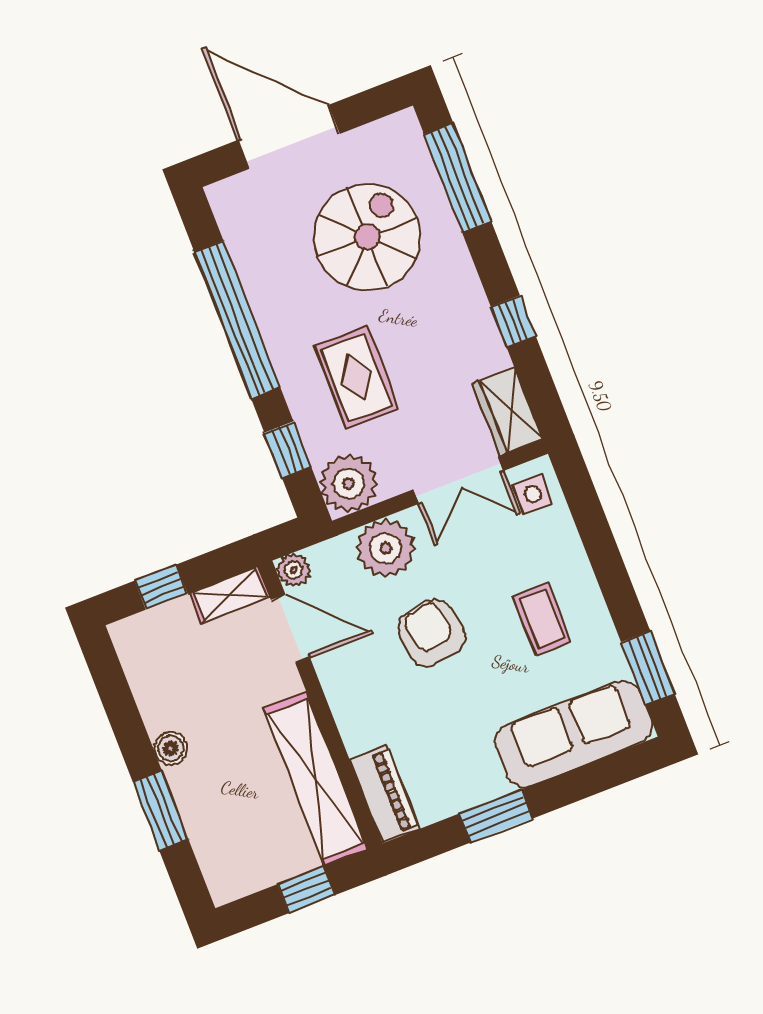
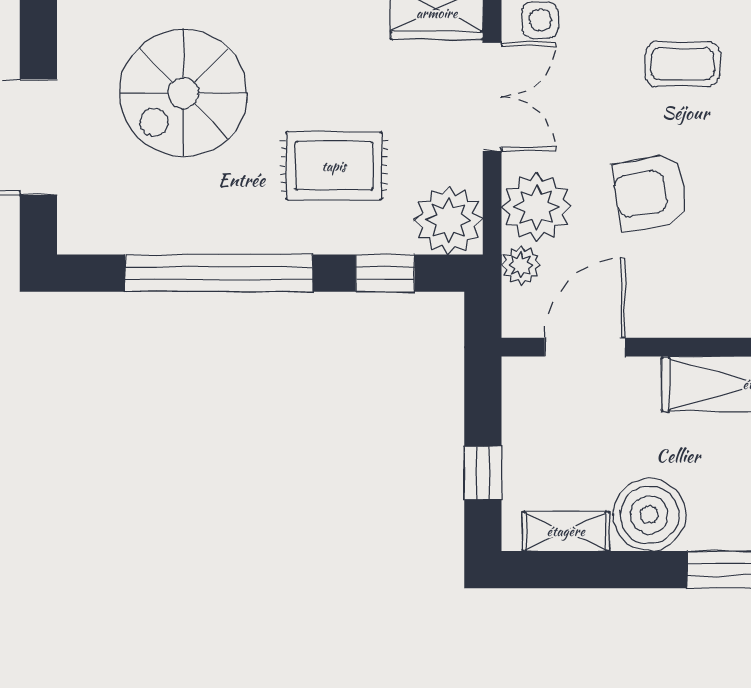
spiral stairs: (367, 237) -> (183, 93), turned -90
plant: (294, 570) -> (521, 265), moved
shelving: (230, 595) -> (566, 531), moved, turned 90
boiler: (171, 748) -> (649, 515), width x1.86, depth x1.86

